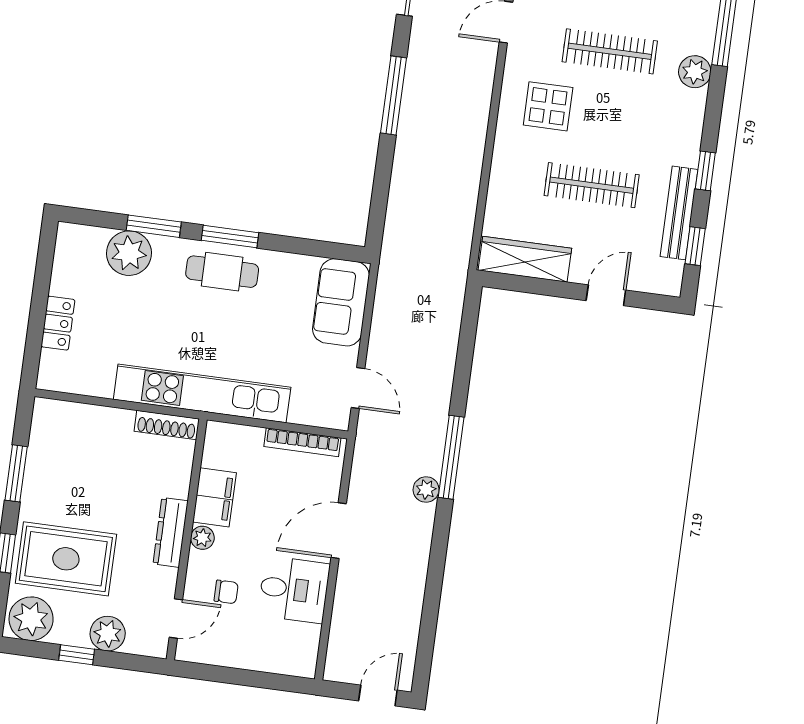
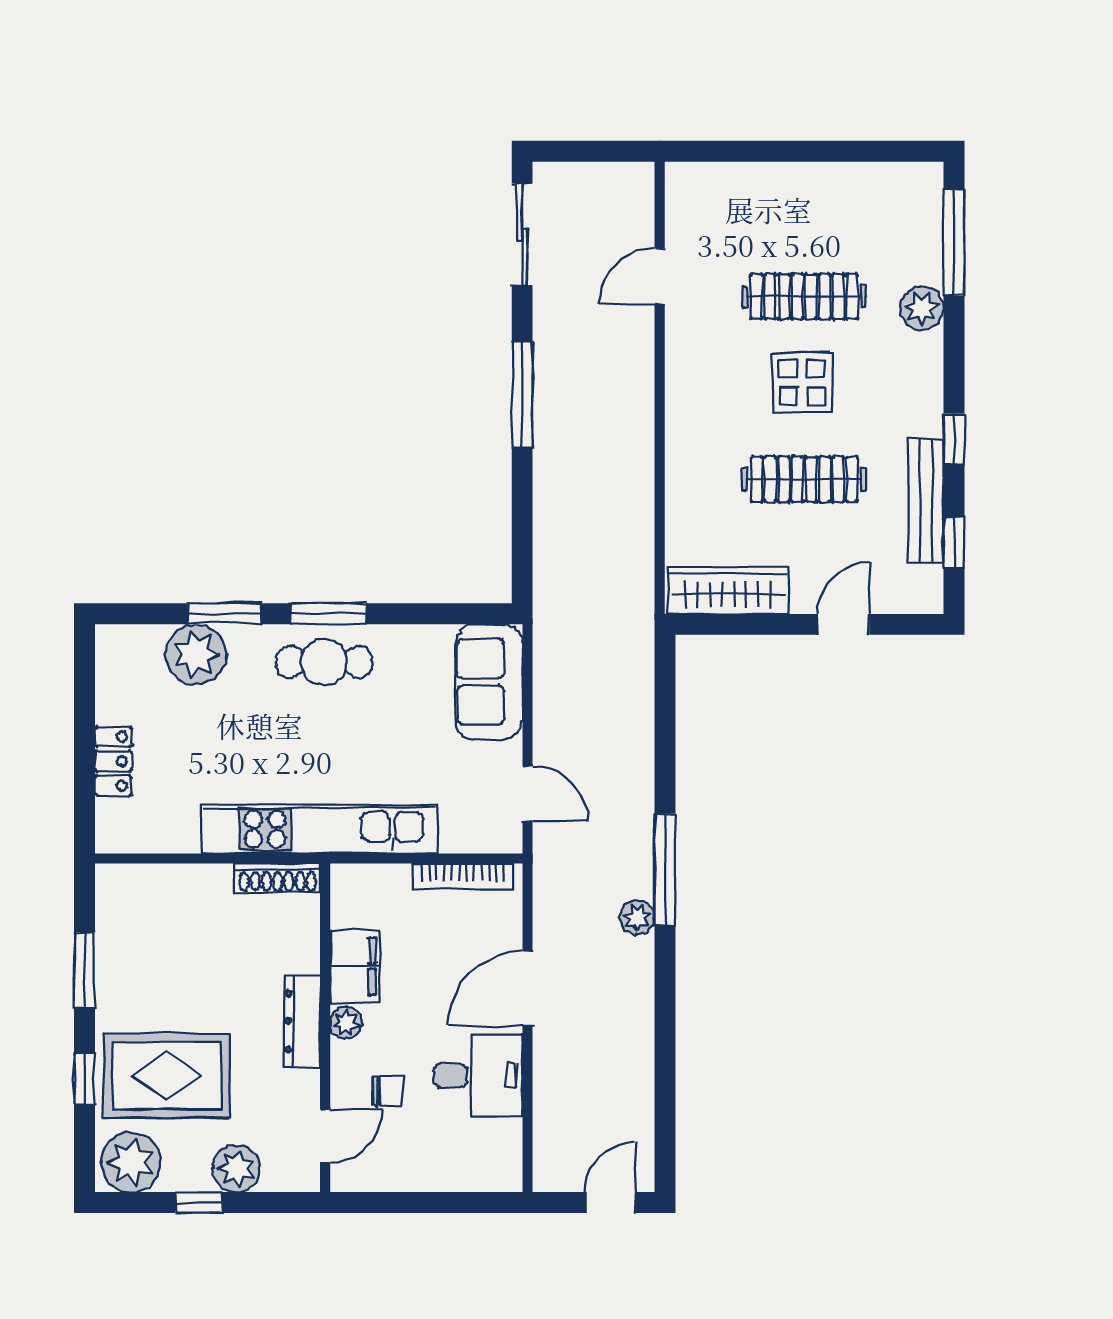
display table: (548, 106) -> (802, 383), moved

